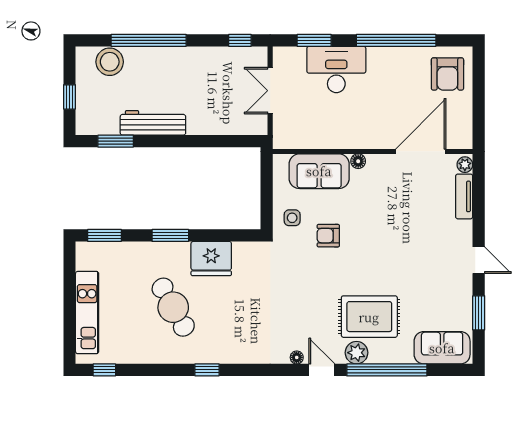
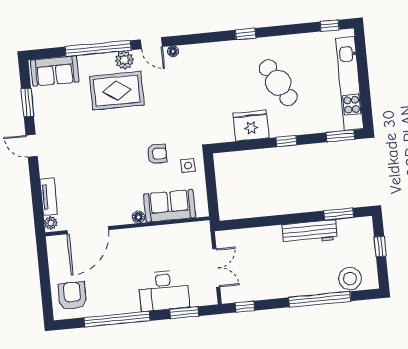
window: (170, 235) -> (286, 141), width x0.67
kitchen unit: (87, 313) -> (350, 84), width x1.36

